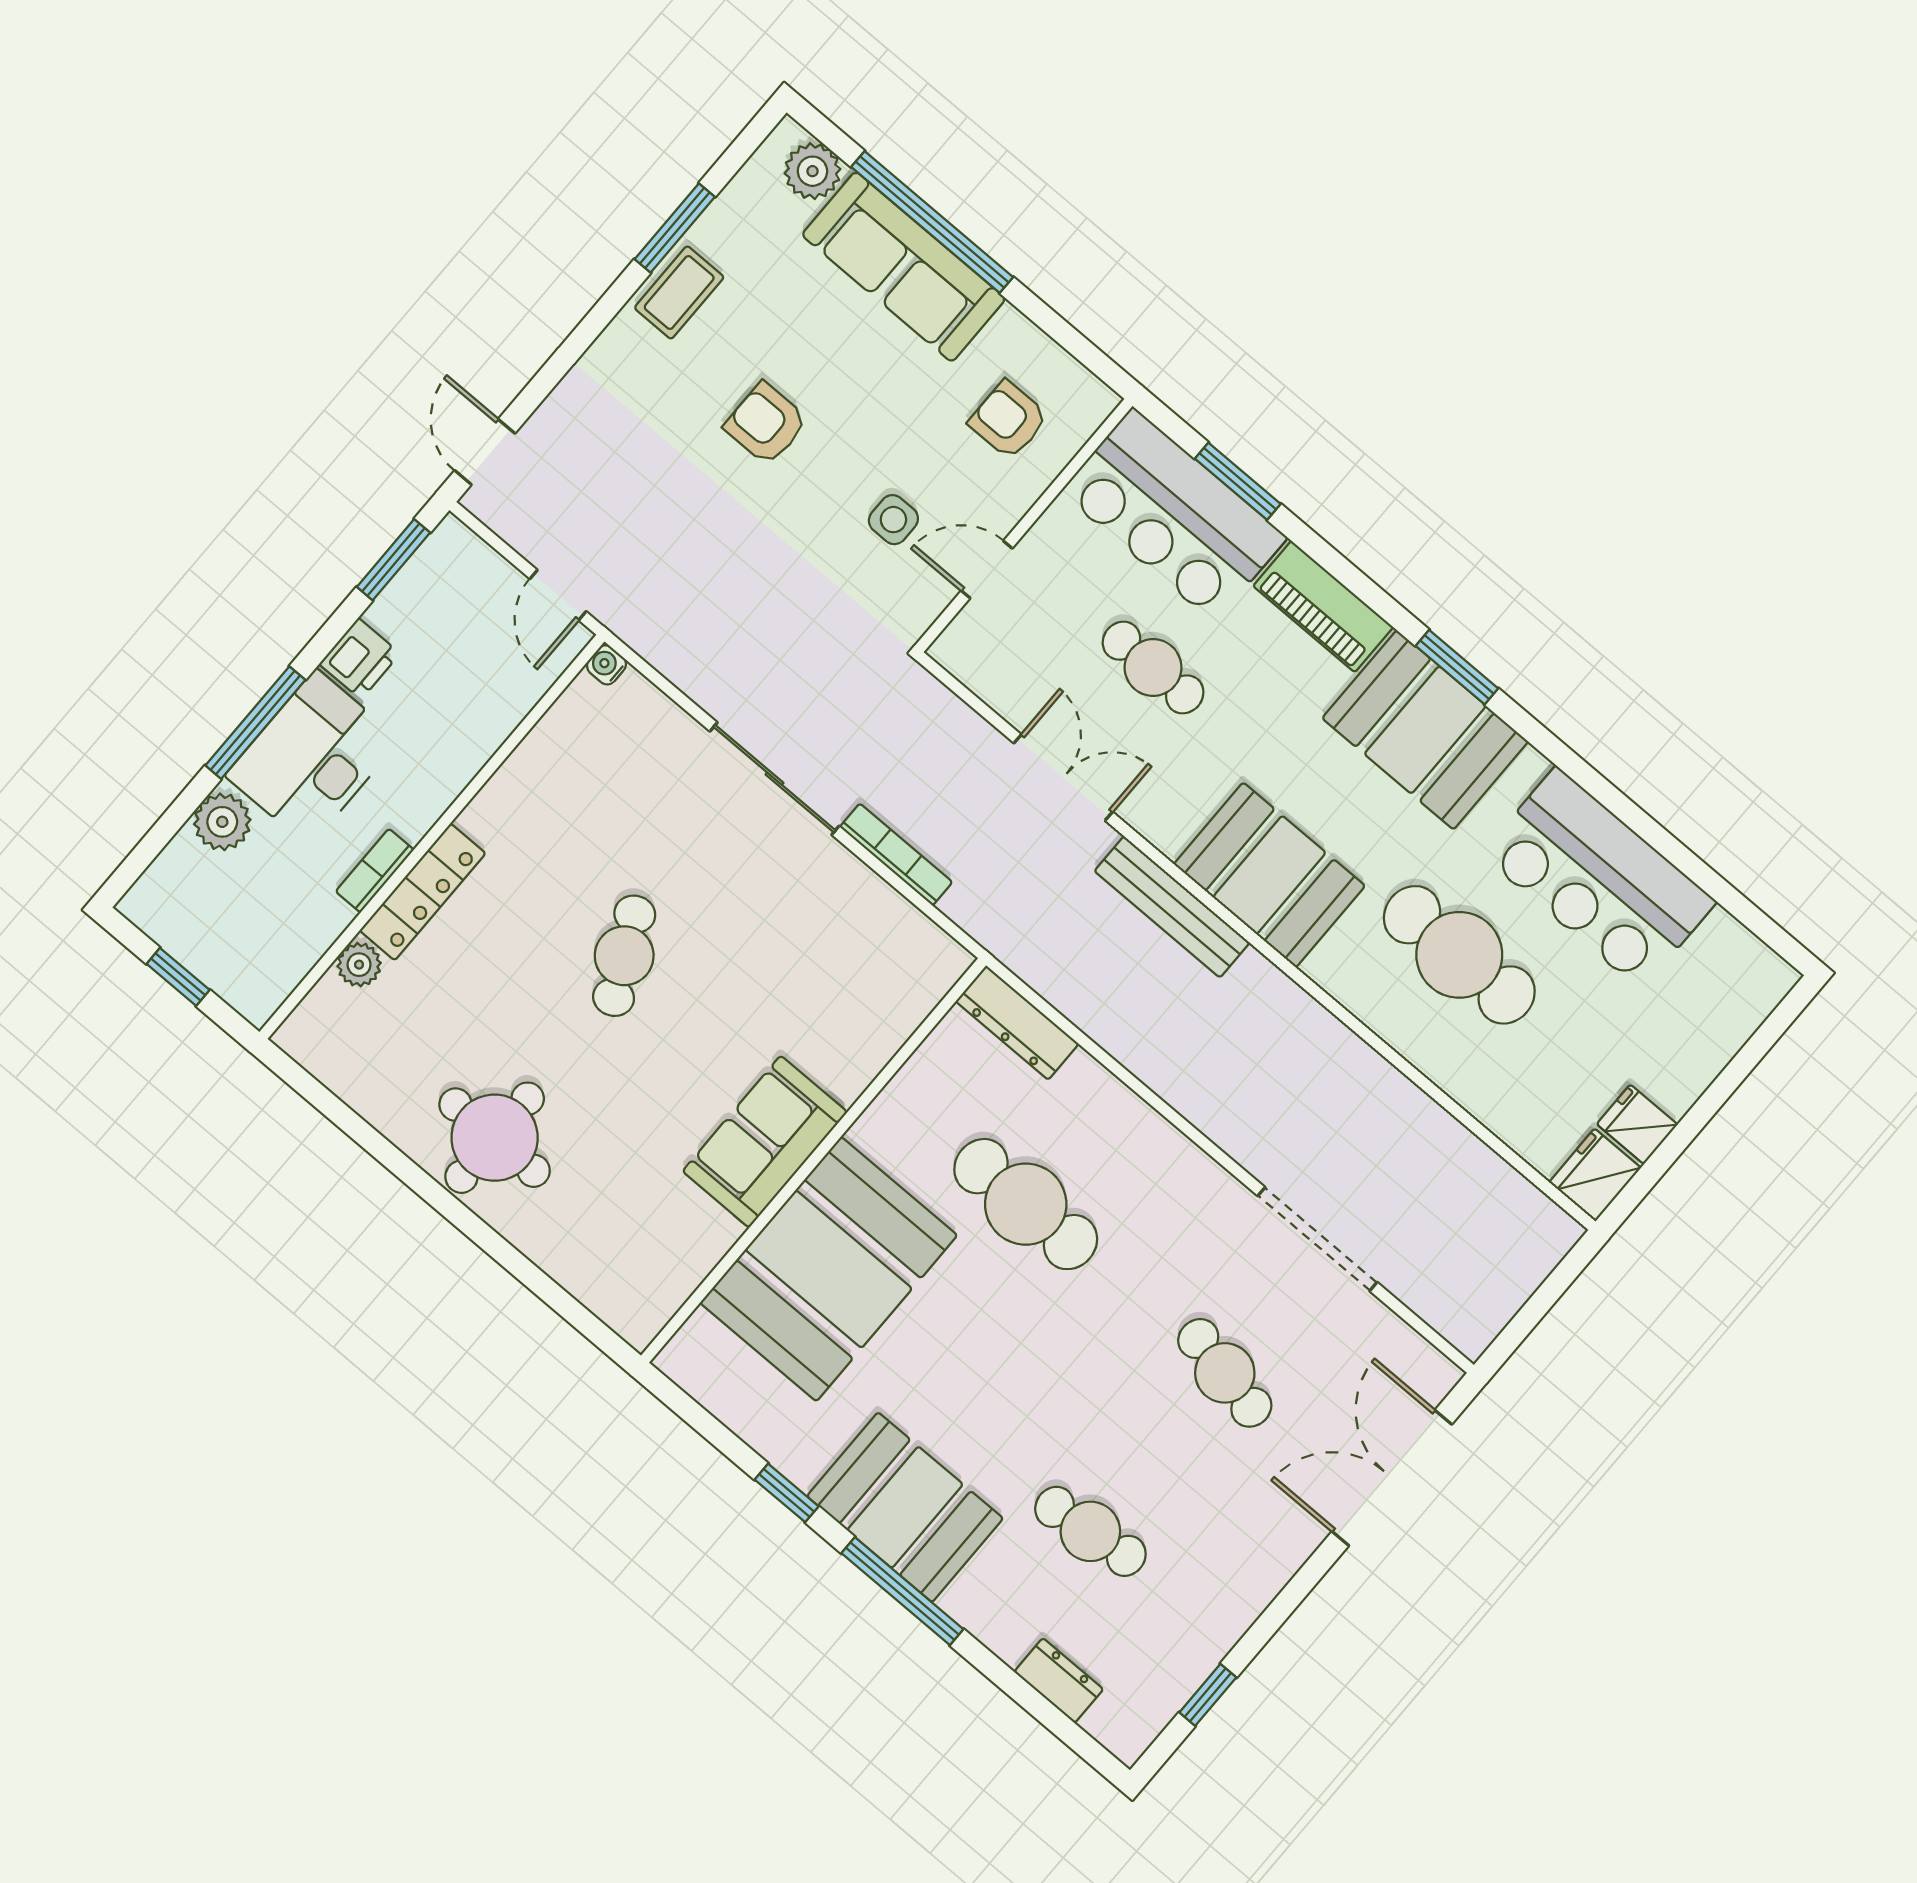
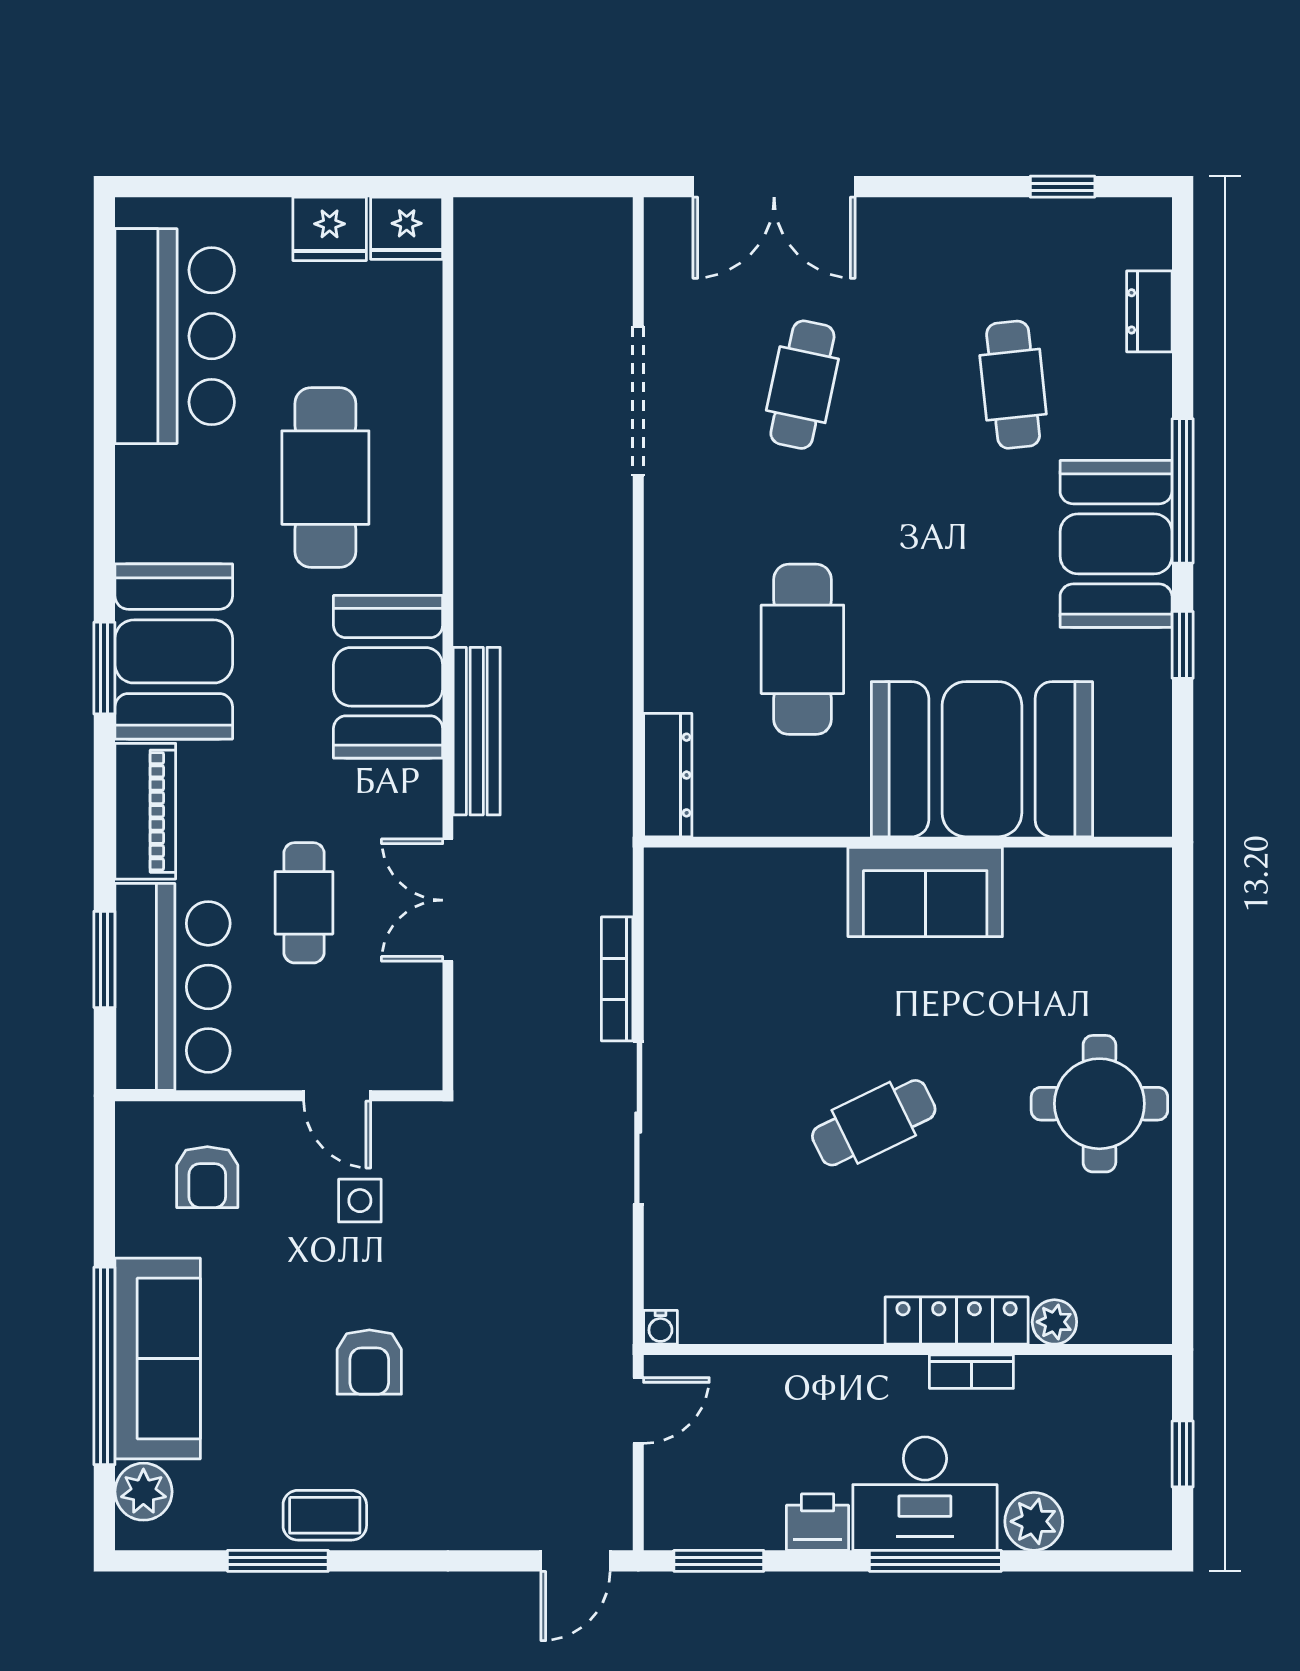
bar counter: (1599, 878) -> (175, 336), moved
fridge: (1637, 1124) -> (330, 229), width x1.38

